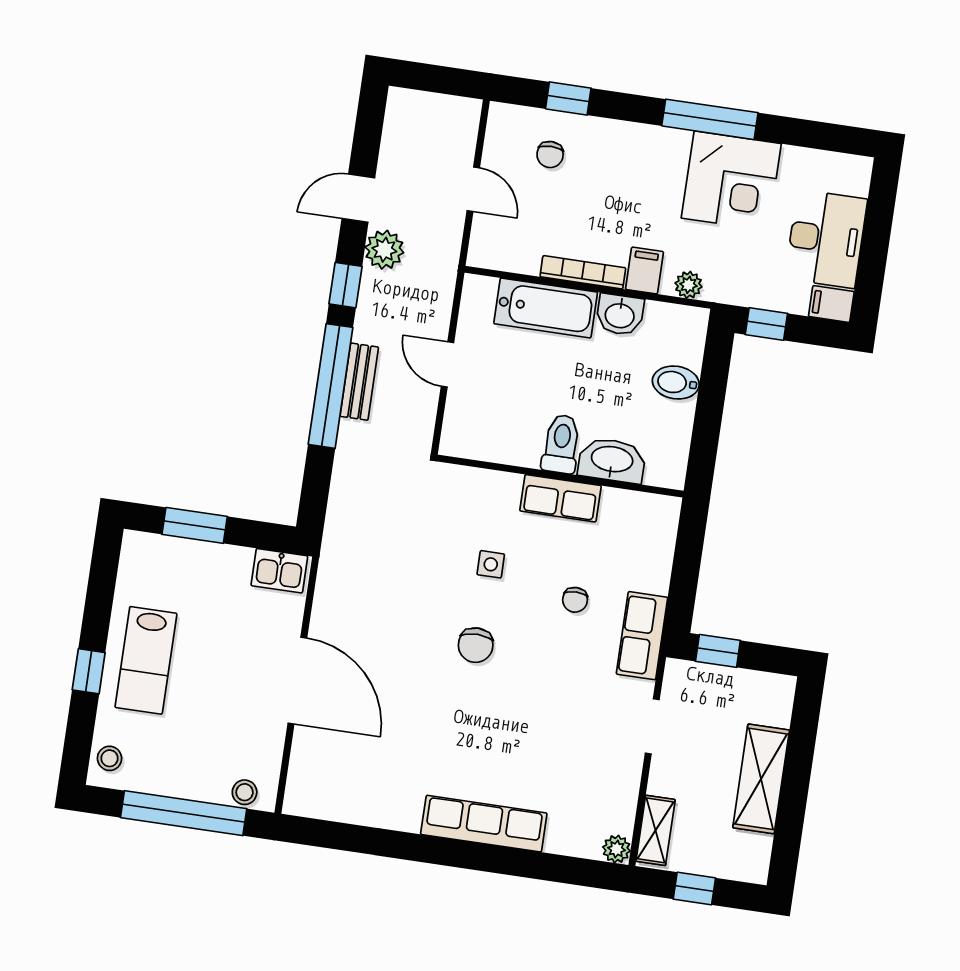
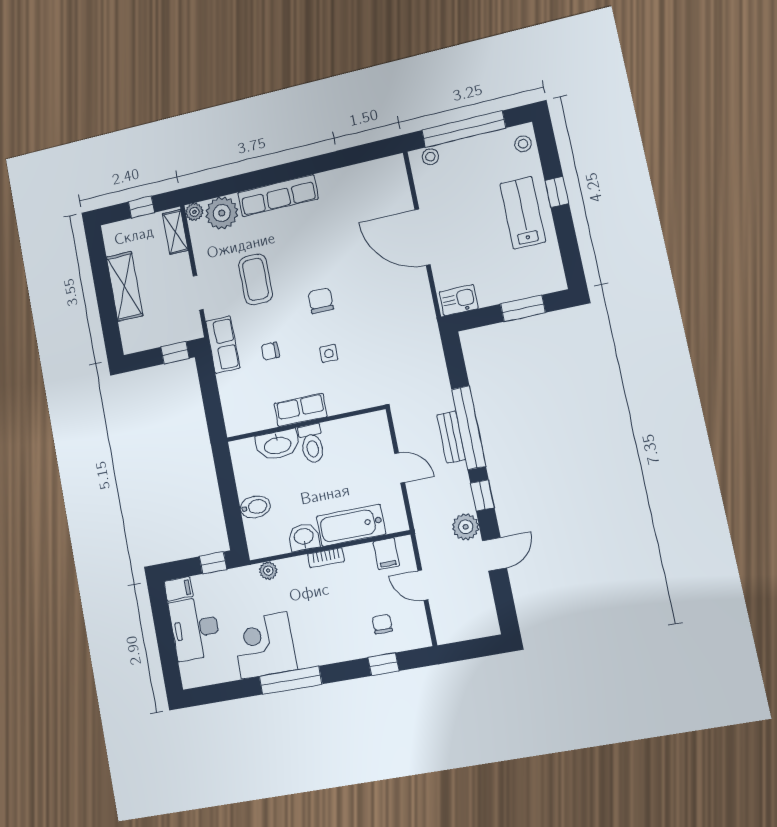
filing cabinet: (644, 271) -> (386, 554), moved
bookcase: (583, 272) -> (326, 558), width x0.64
chair: (575, 600) -> (270, 351), turned -90
coffee table: (560, 713) -> (256, 279), added
plant: (576, 831) -> (222, 213), added

